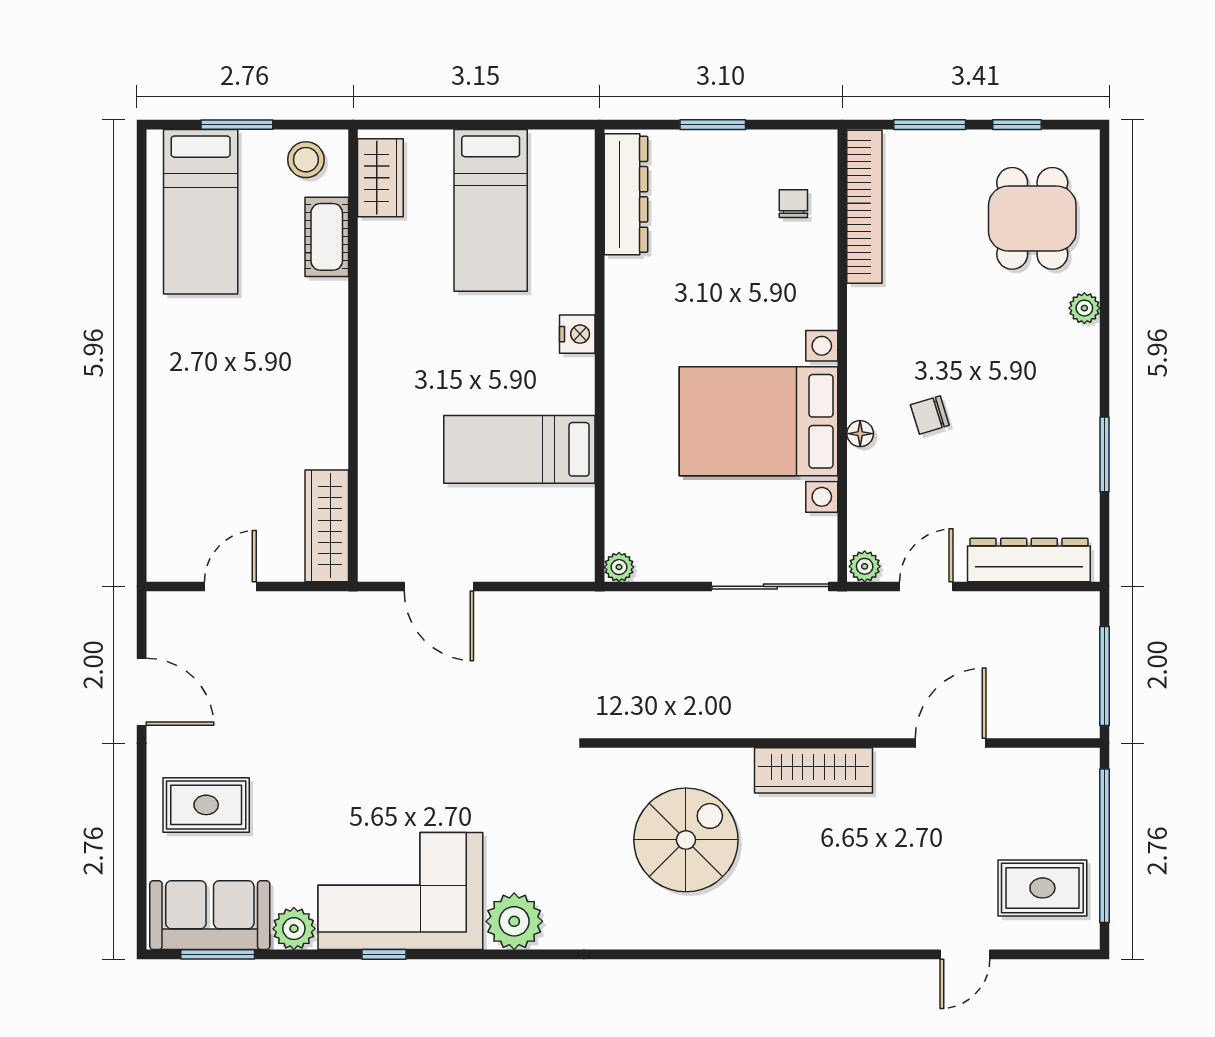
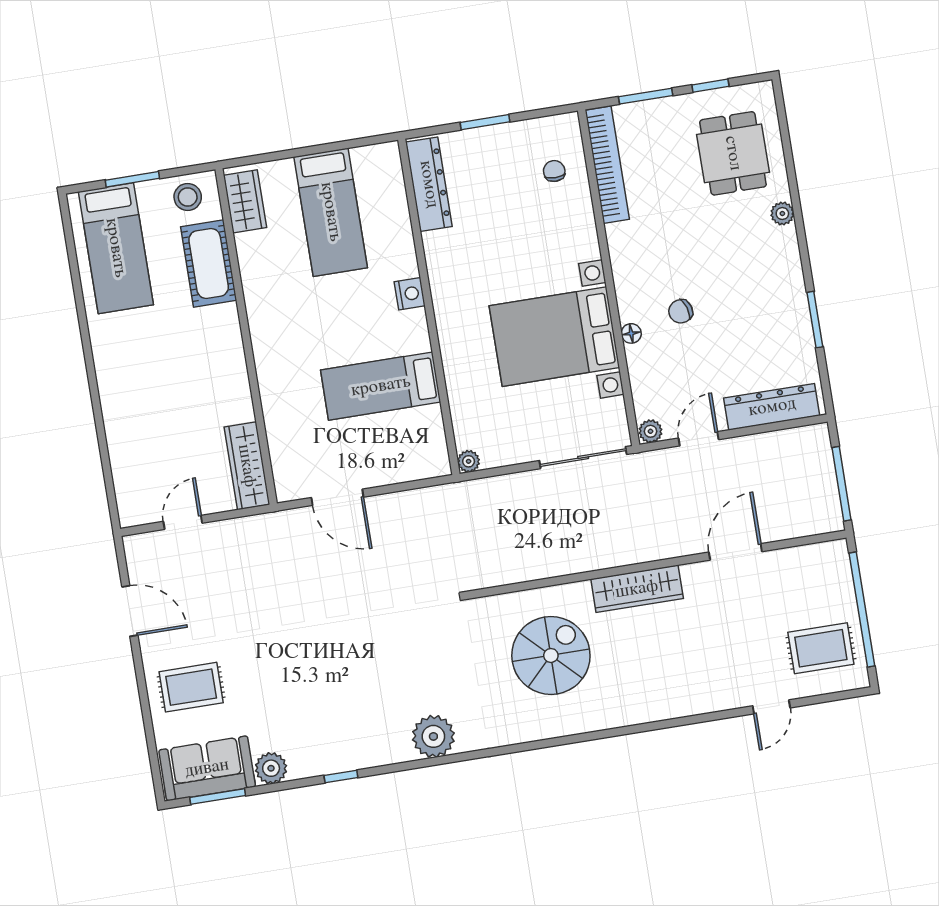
cot: (327, 237) -> (209, 263), width x1.37, depth x1.34
corner sofa: (400, 891) -> (345, 728), removed

